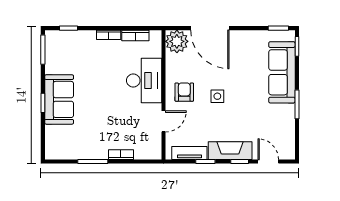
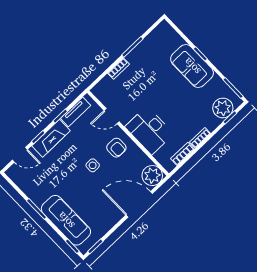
plant: (67, 41) -> (223, 108), added
door: (164, 121) -> (112, 116), hinge flipped

